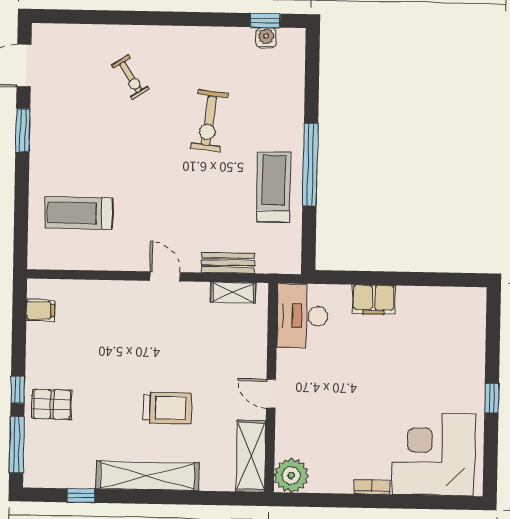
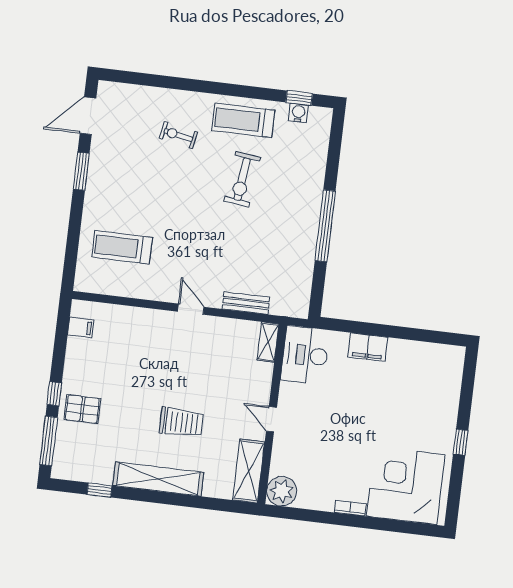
exercise bike: (130, 77) -> (178, 135), turned 133
treadmill: (274, 187) -> (243, 120), moved, turned -90
shelving: (233, 292) -> (268, 342), moved, turned 90

